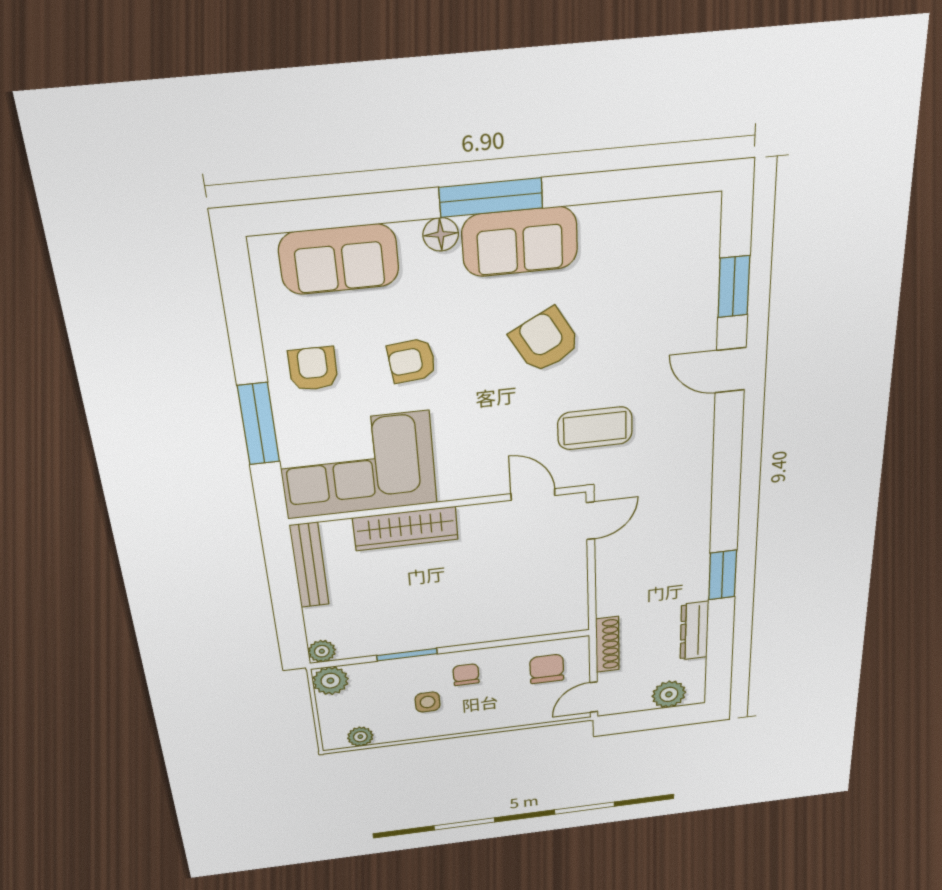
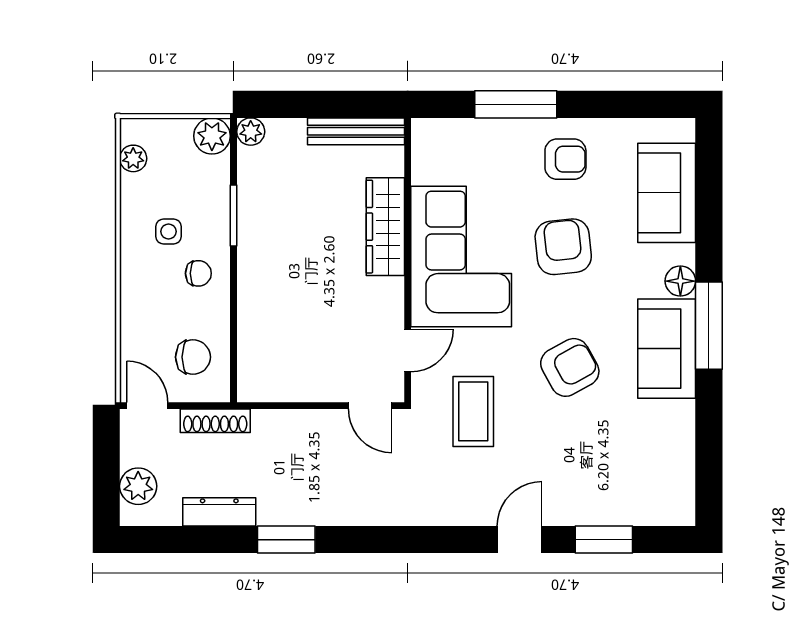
armchair: (412, 361) -> (563, 247), width x1.38, depth x1.38
corner sofa: (357, 465) -> (461, 257), moved

